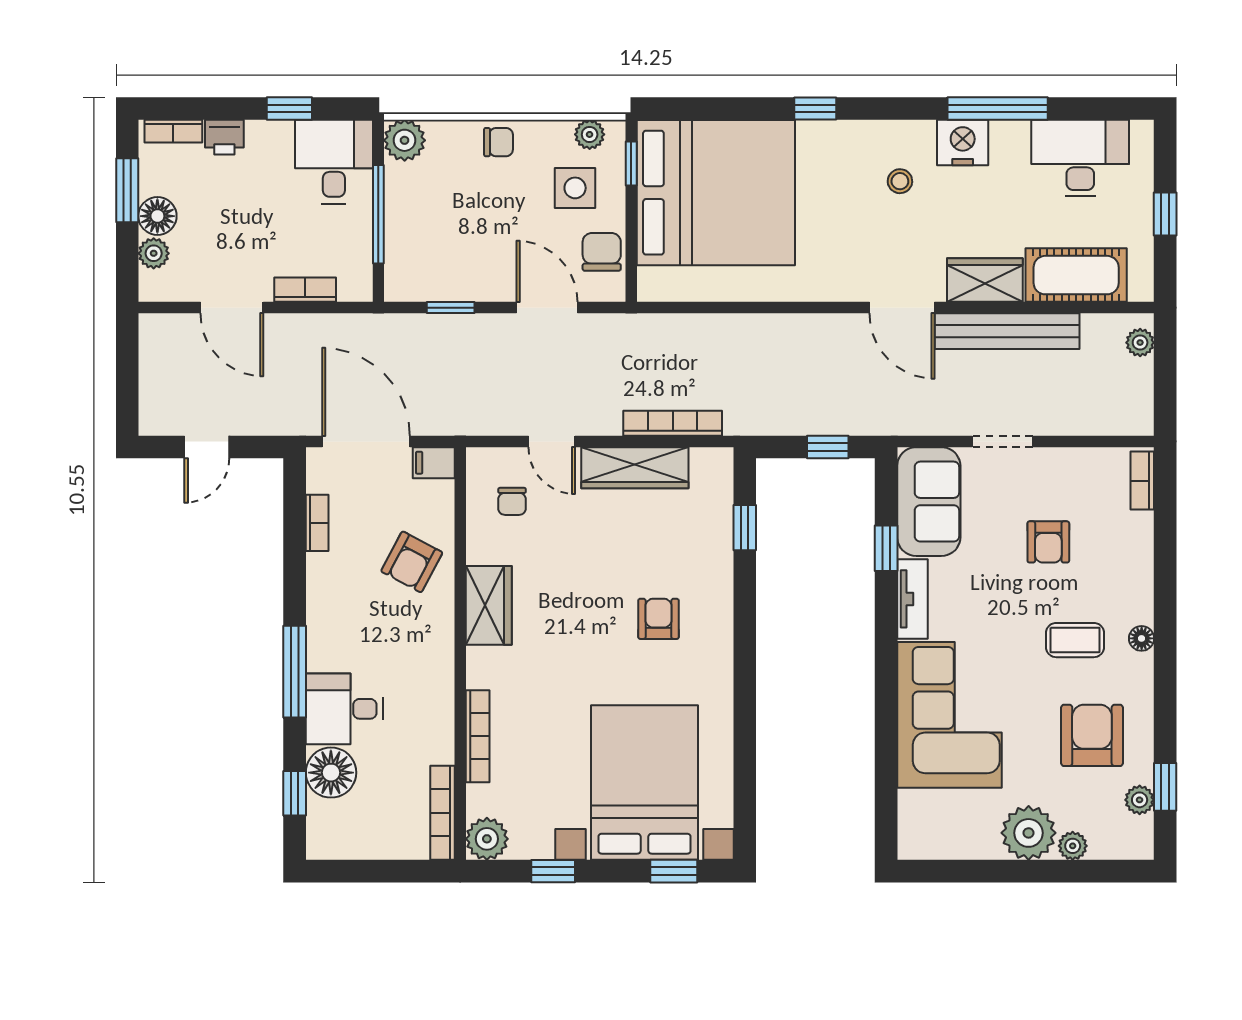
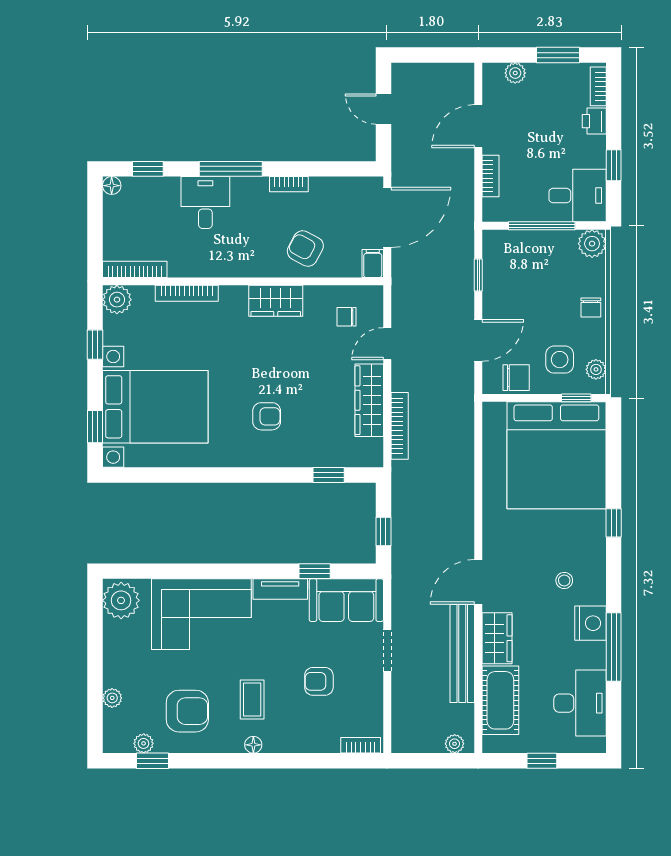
floor lamp: (157, 216) -> (541, 76), removed
bookcase: (317, 523) -> (289, 184), moved
floor lamp: (331, 773) -> (112, 186), moved, width x0.53, depth x0.53
plant: (1029, 833) -> (121, 600), moved

